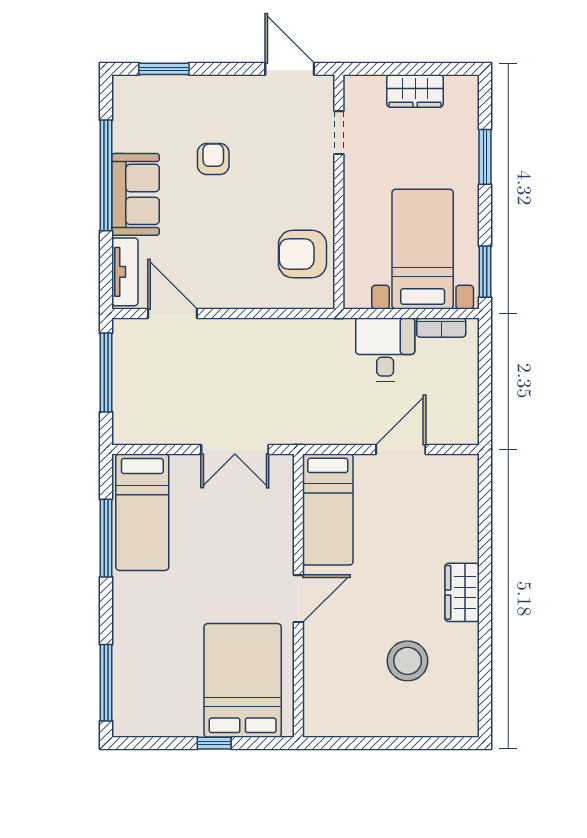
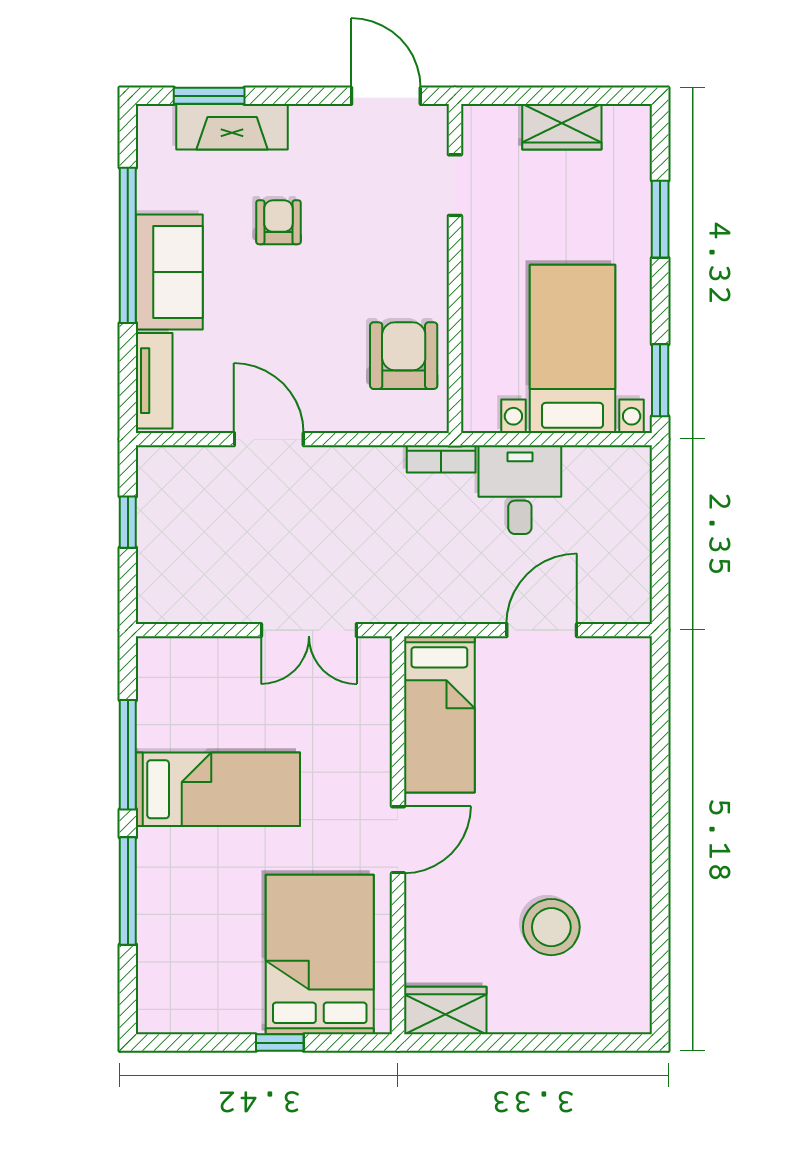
fireplace: (180, 91) -> (232, 127), added
armchair: (302, 254) -> (404, 356), turned 90
door: (173, 313) -> (269, 439), moved
bookcase: (441, 328) -> (441, 459), moved
window: (106, 372) -> (128, 522), width x0.46
bed: (142, 512) -> (218, 789), moved, turned -90
wardrobe: (462, 592) -> (445, 1011), moved, turned 90
window: (106, 683) -> (128, 891), moved

